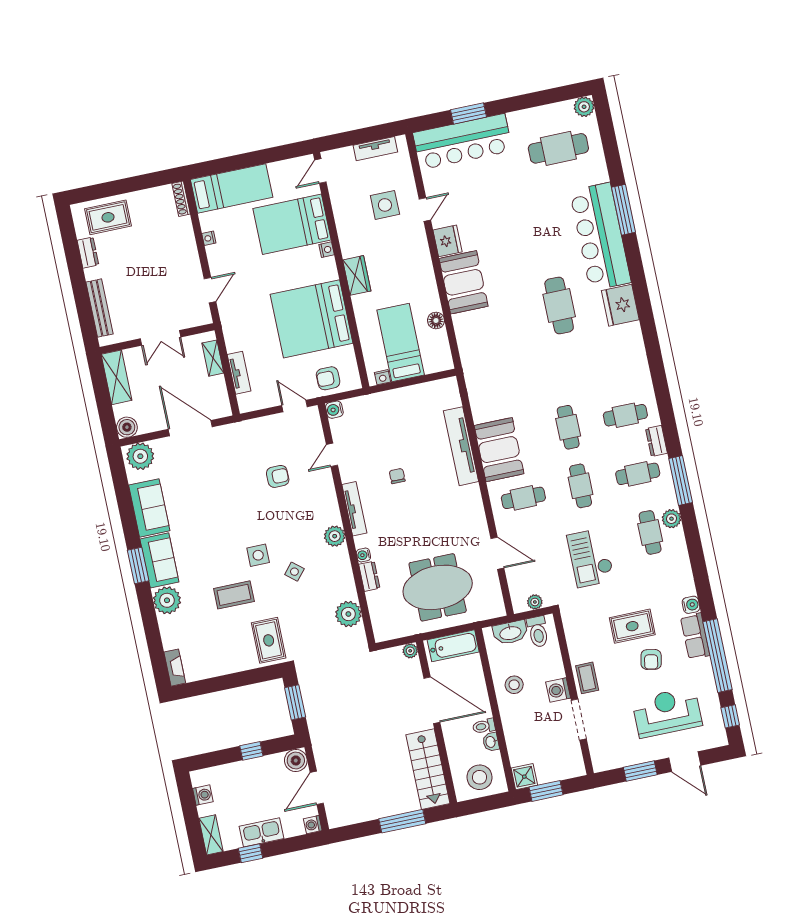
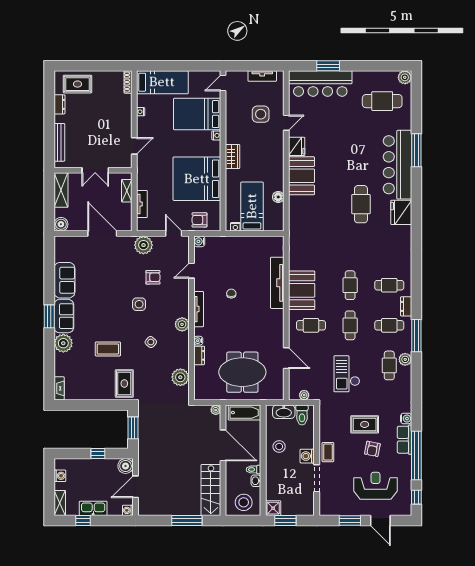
plant: (140, 456) -> (143, 245), moved
side table: (258, 555) -> (139, 304), moved

